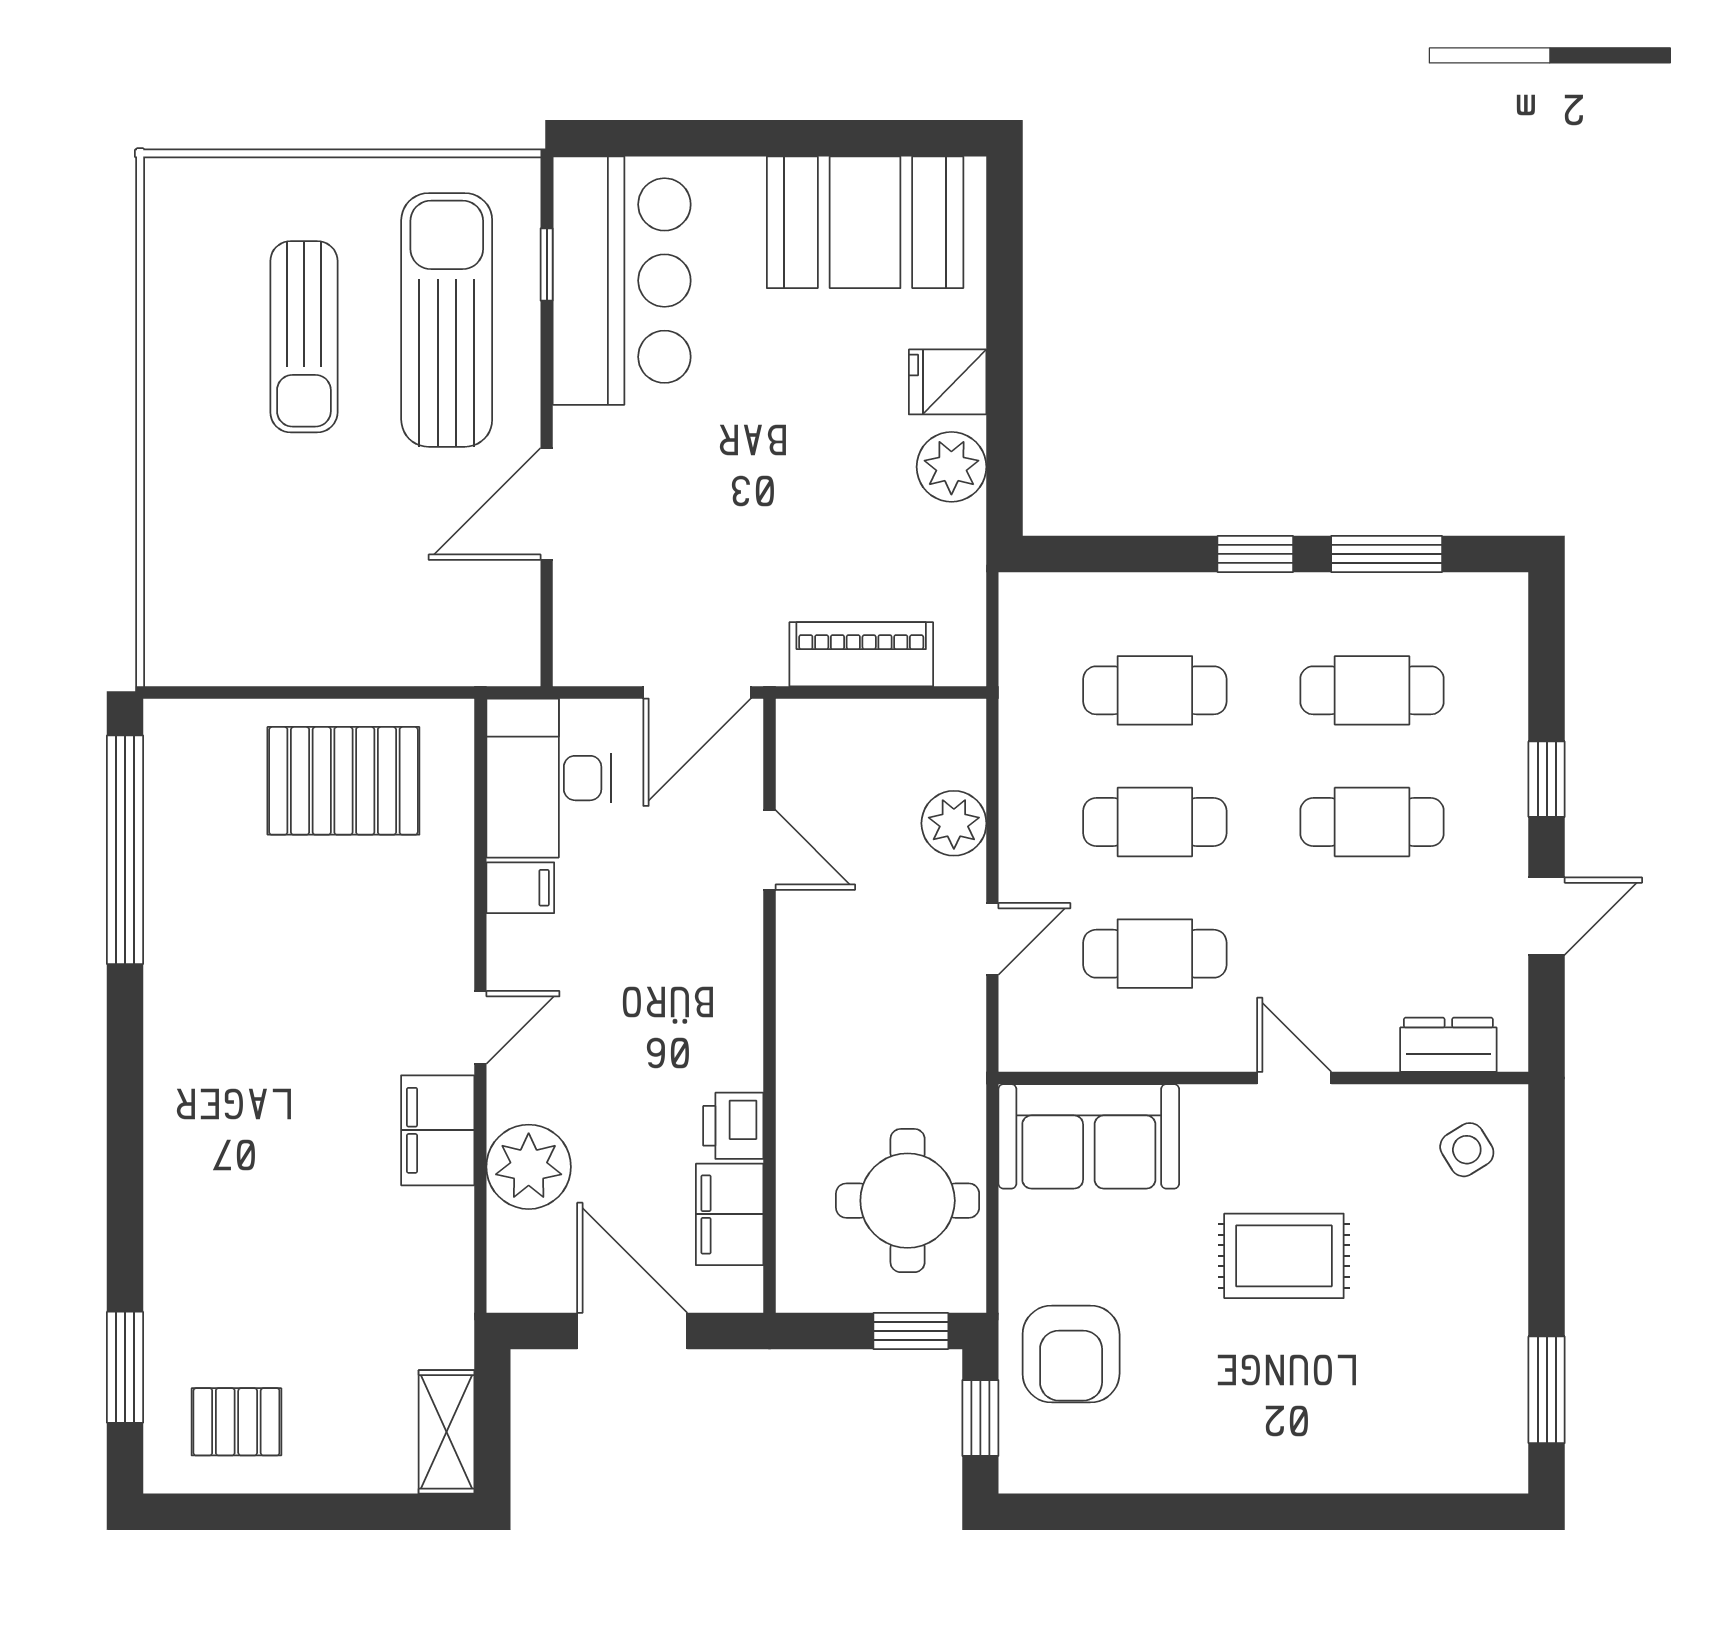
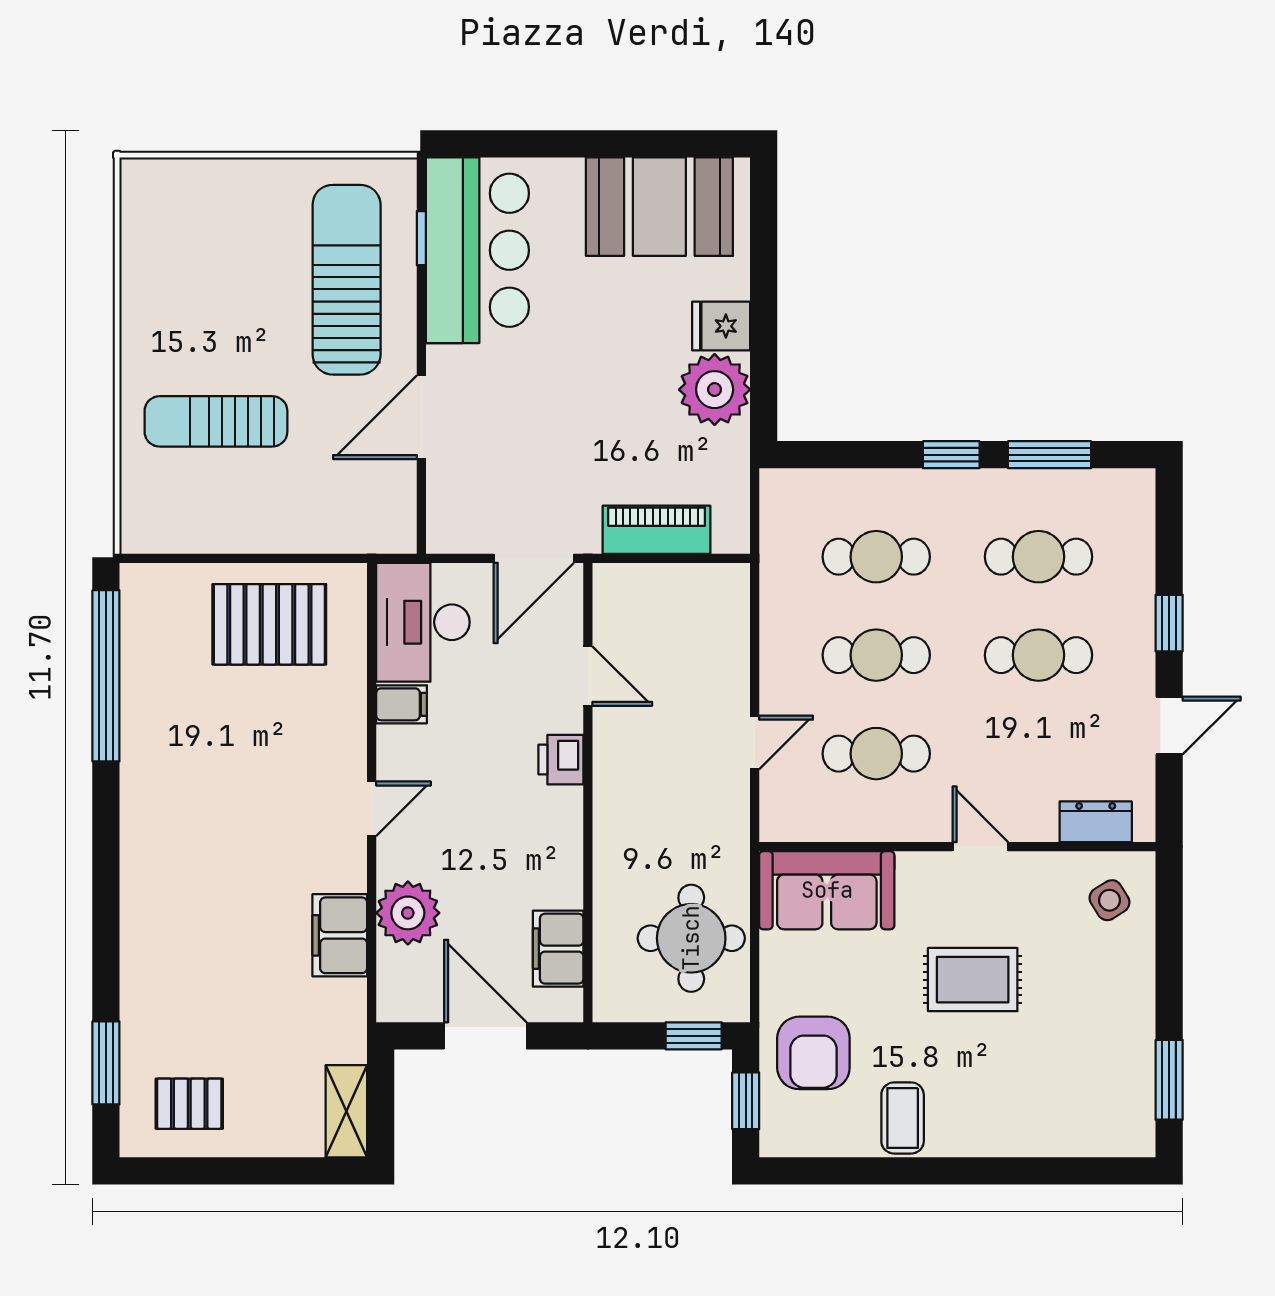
sun lounger: (304, 337) -> (216, 421), moved, turned 90
plant: (951, 467) -> (715, 390), width x1.36, depth x1.36
plant: (954, 823) -> (726, 656), removed
printer: (733, 1126) -> (561, 760), moved
filing cabinet: (438, 1130) -> (340, 935), moved
coffee table: (1190, 1441) -> (903, 1118), added

